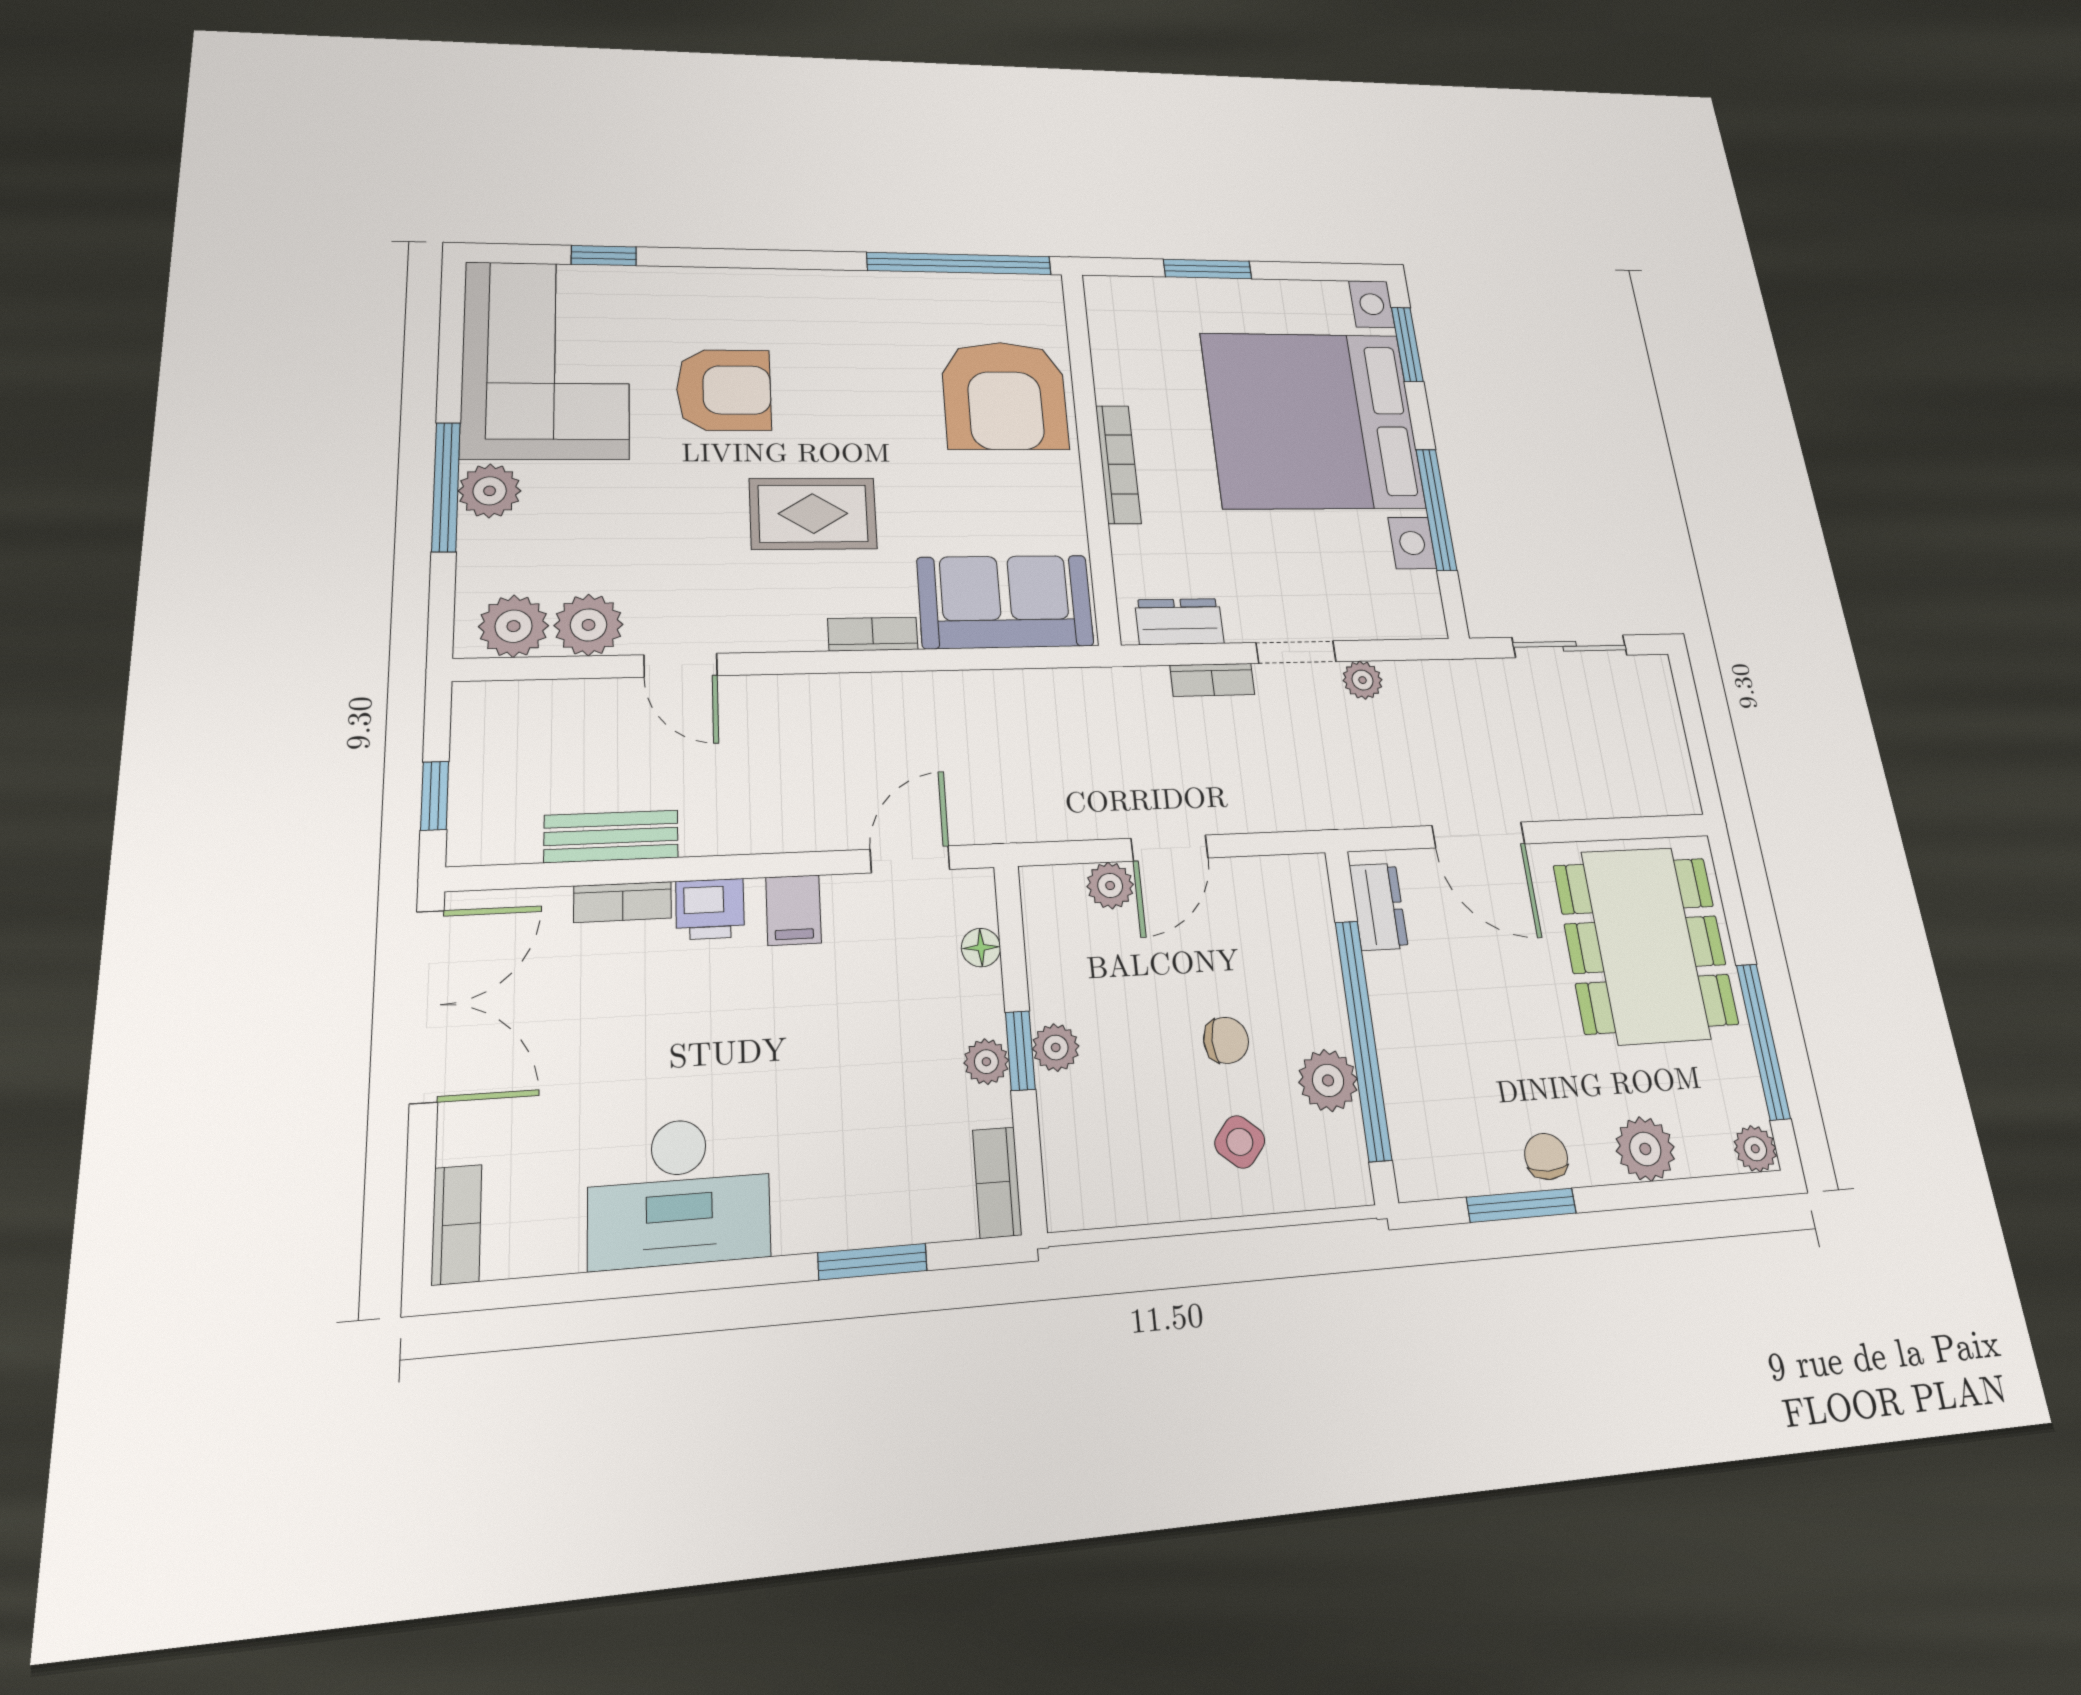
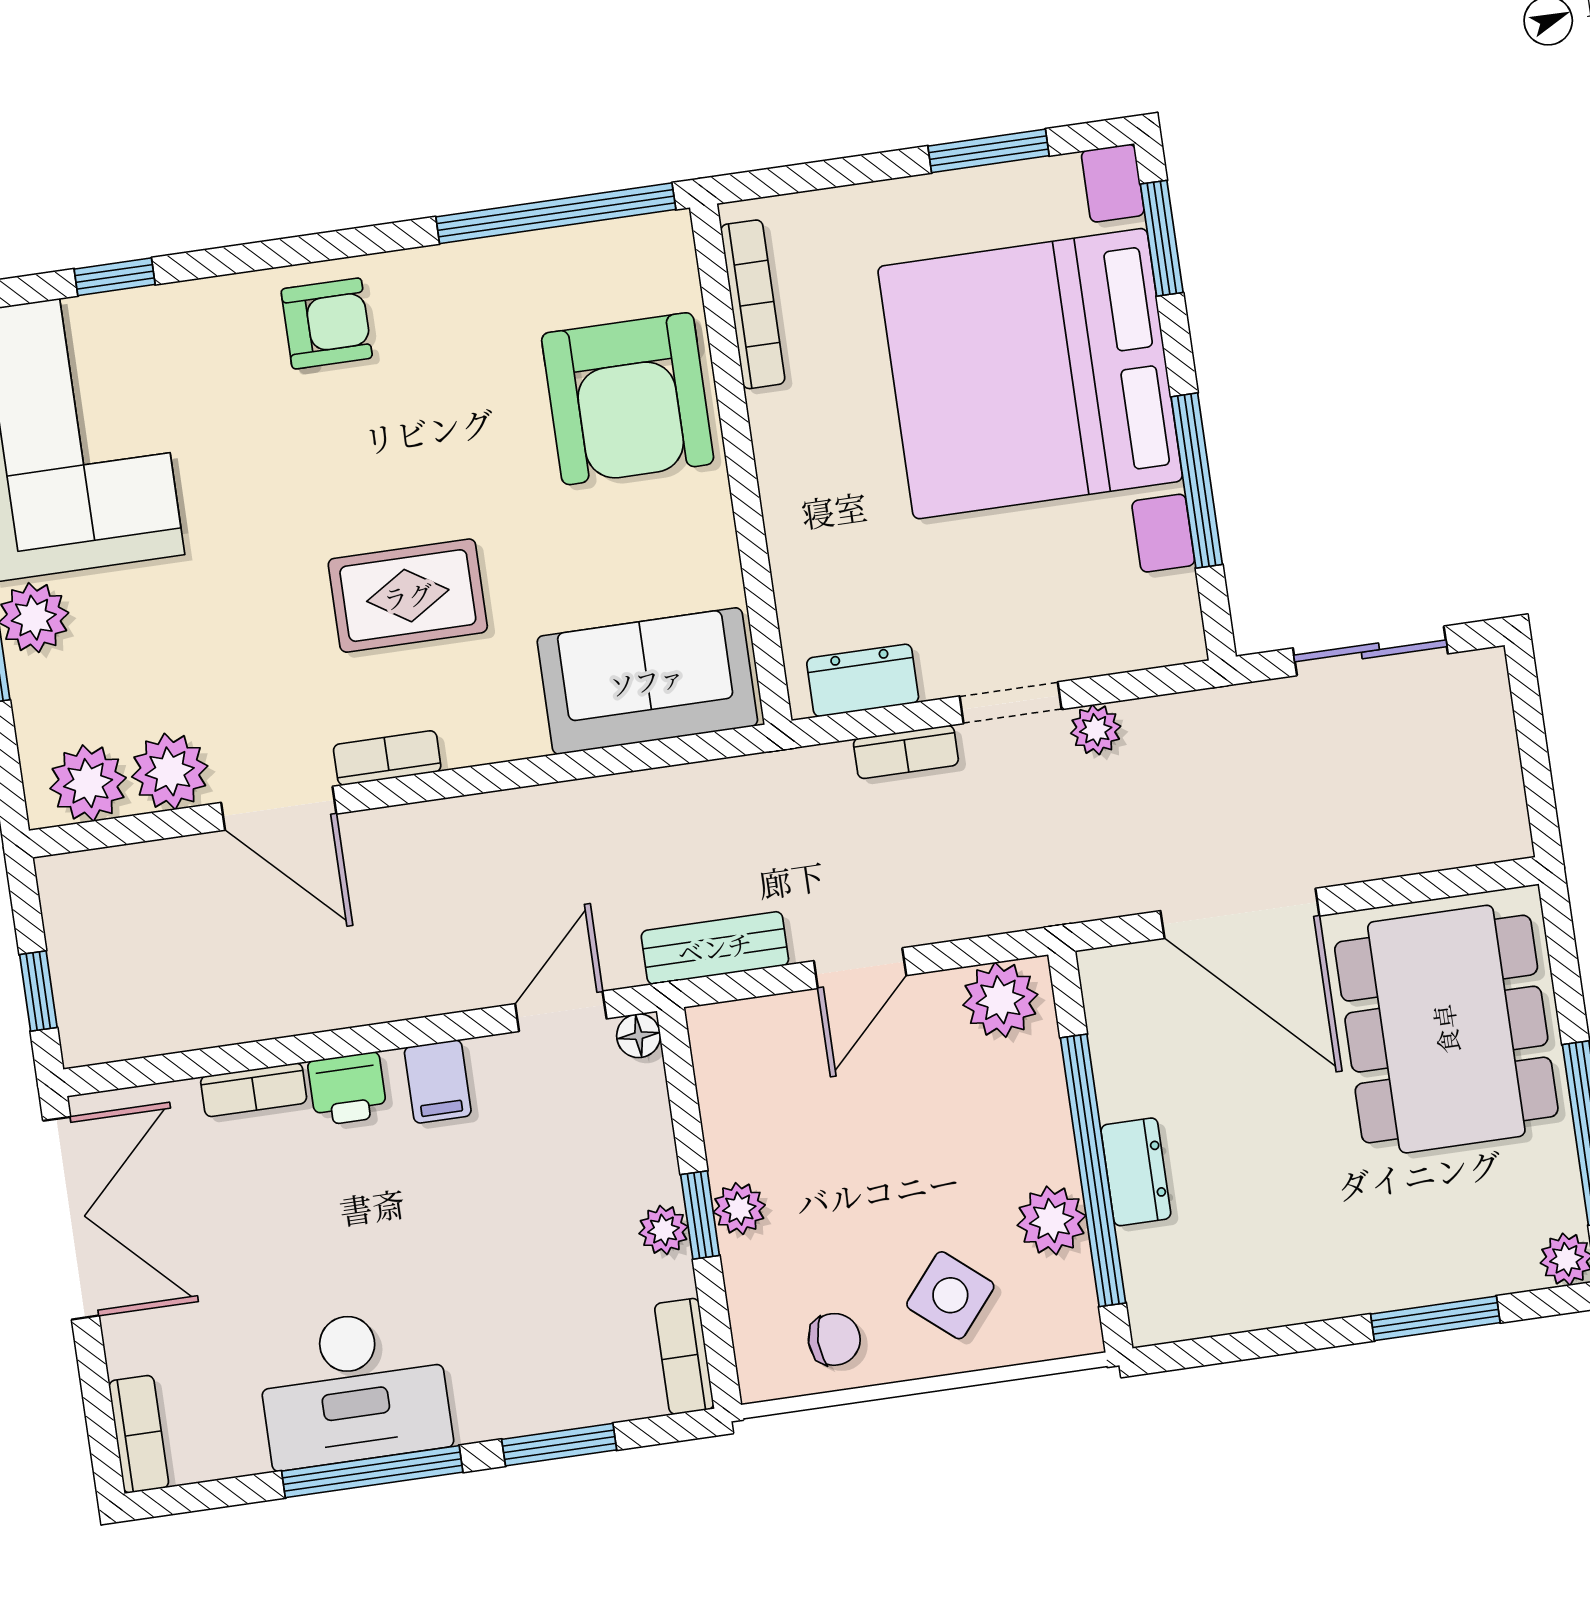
window: (1208, 269) -> (988, 151), moved
armchair: (724, 390) -> (327, 323), moved, width x0.72, depth x0.72
bookcase: (1118, 464) -> (753, 304), moved
bookcase: (873, 634) -> (387, 758), moved
door: (681, 665) -> (279, 808), width x1.38
door: (1479, 835) -> (1240, 913), width x1.36
bench: (611, 836) -> (715, 948), moved
plant: (1110, 885) -> (1000, 1000), moved, width x1.38, depth x1.38
dresser: (1378, 907) -> (1136, 1172), moved
floor lamp: (981, 948) -> (639, 1036), moved
chair: (1226, 1040) -> (834, 1339), moved
side table: (1240, 1142) -> (950, 1295), width x1.37, depth x1.37
plant: (1645, 1149) -> (1430, 1269), removed
chair: (1546, 1156) -> (1308, 1286), removed
window: (1521, 1205) -> (1435, 1318), moved
window: (687, 1278) -> (372, 1472), added

